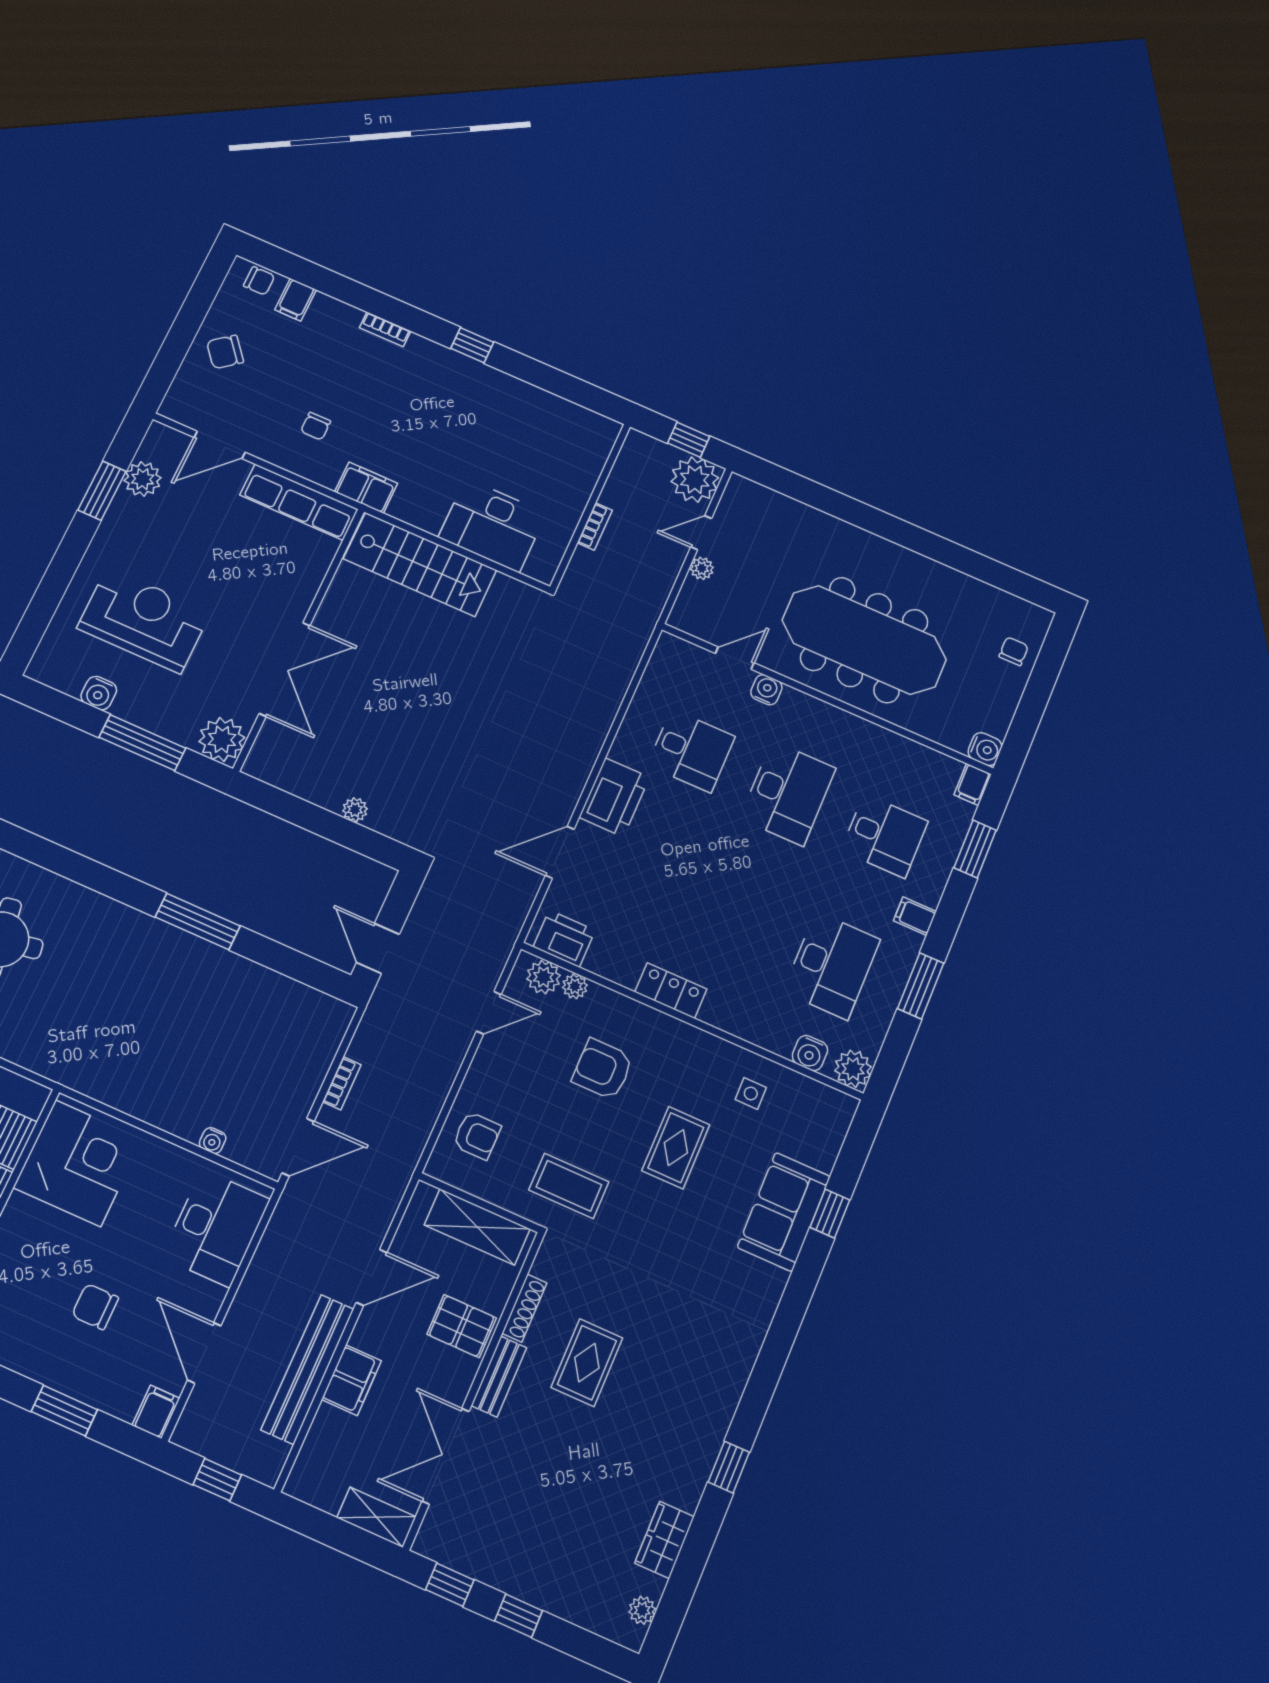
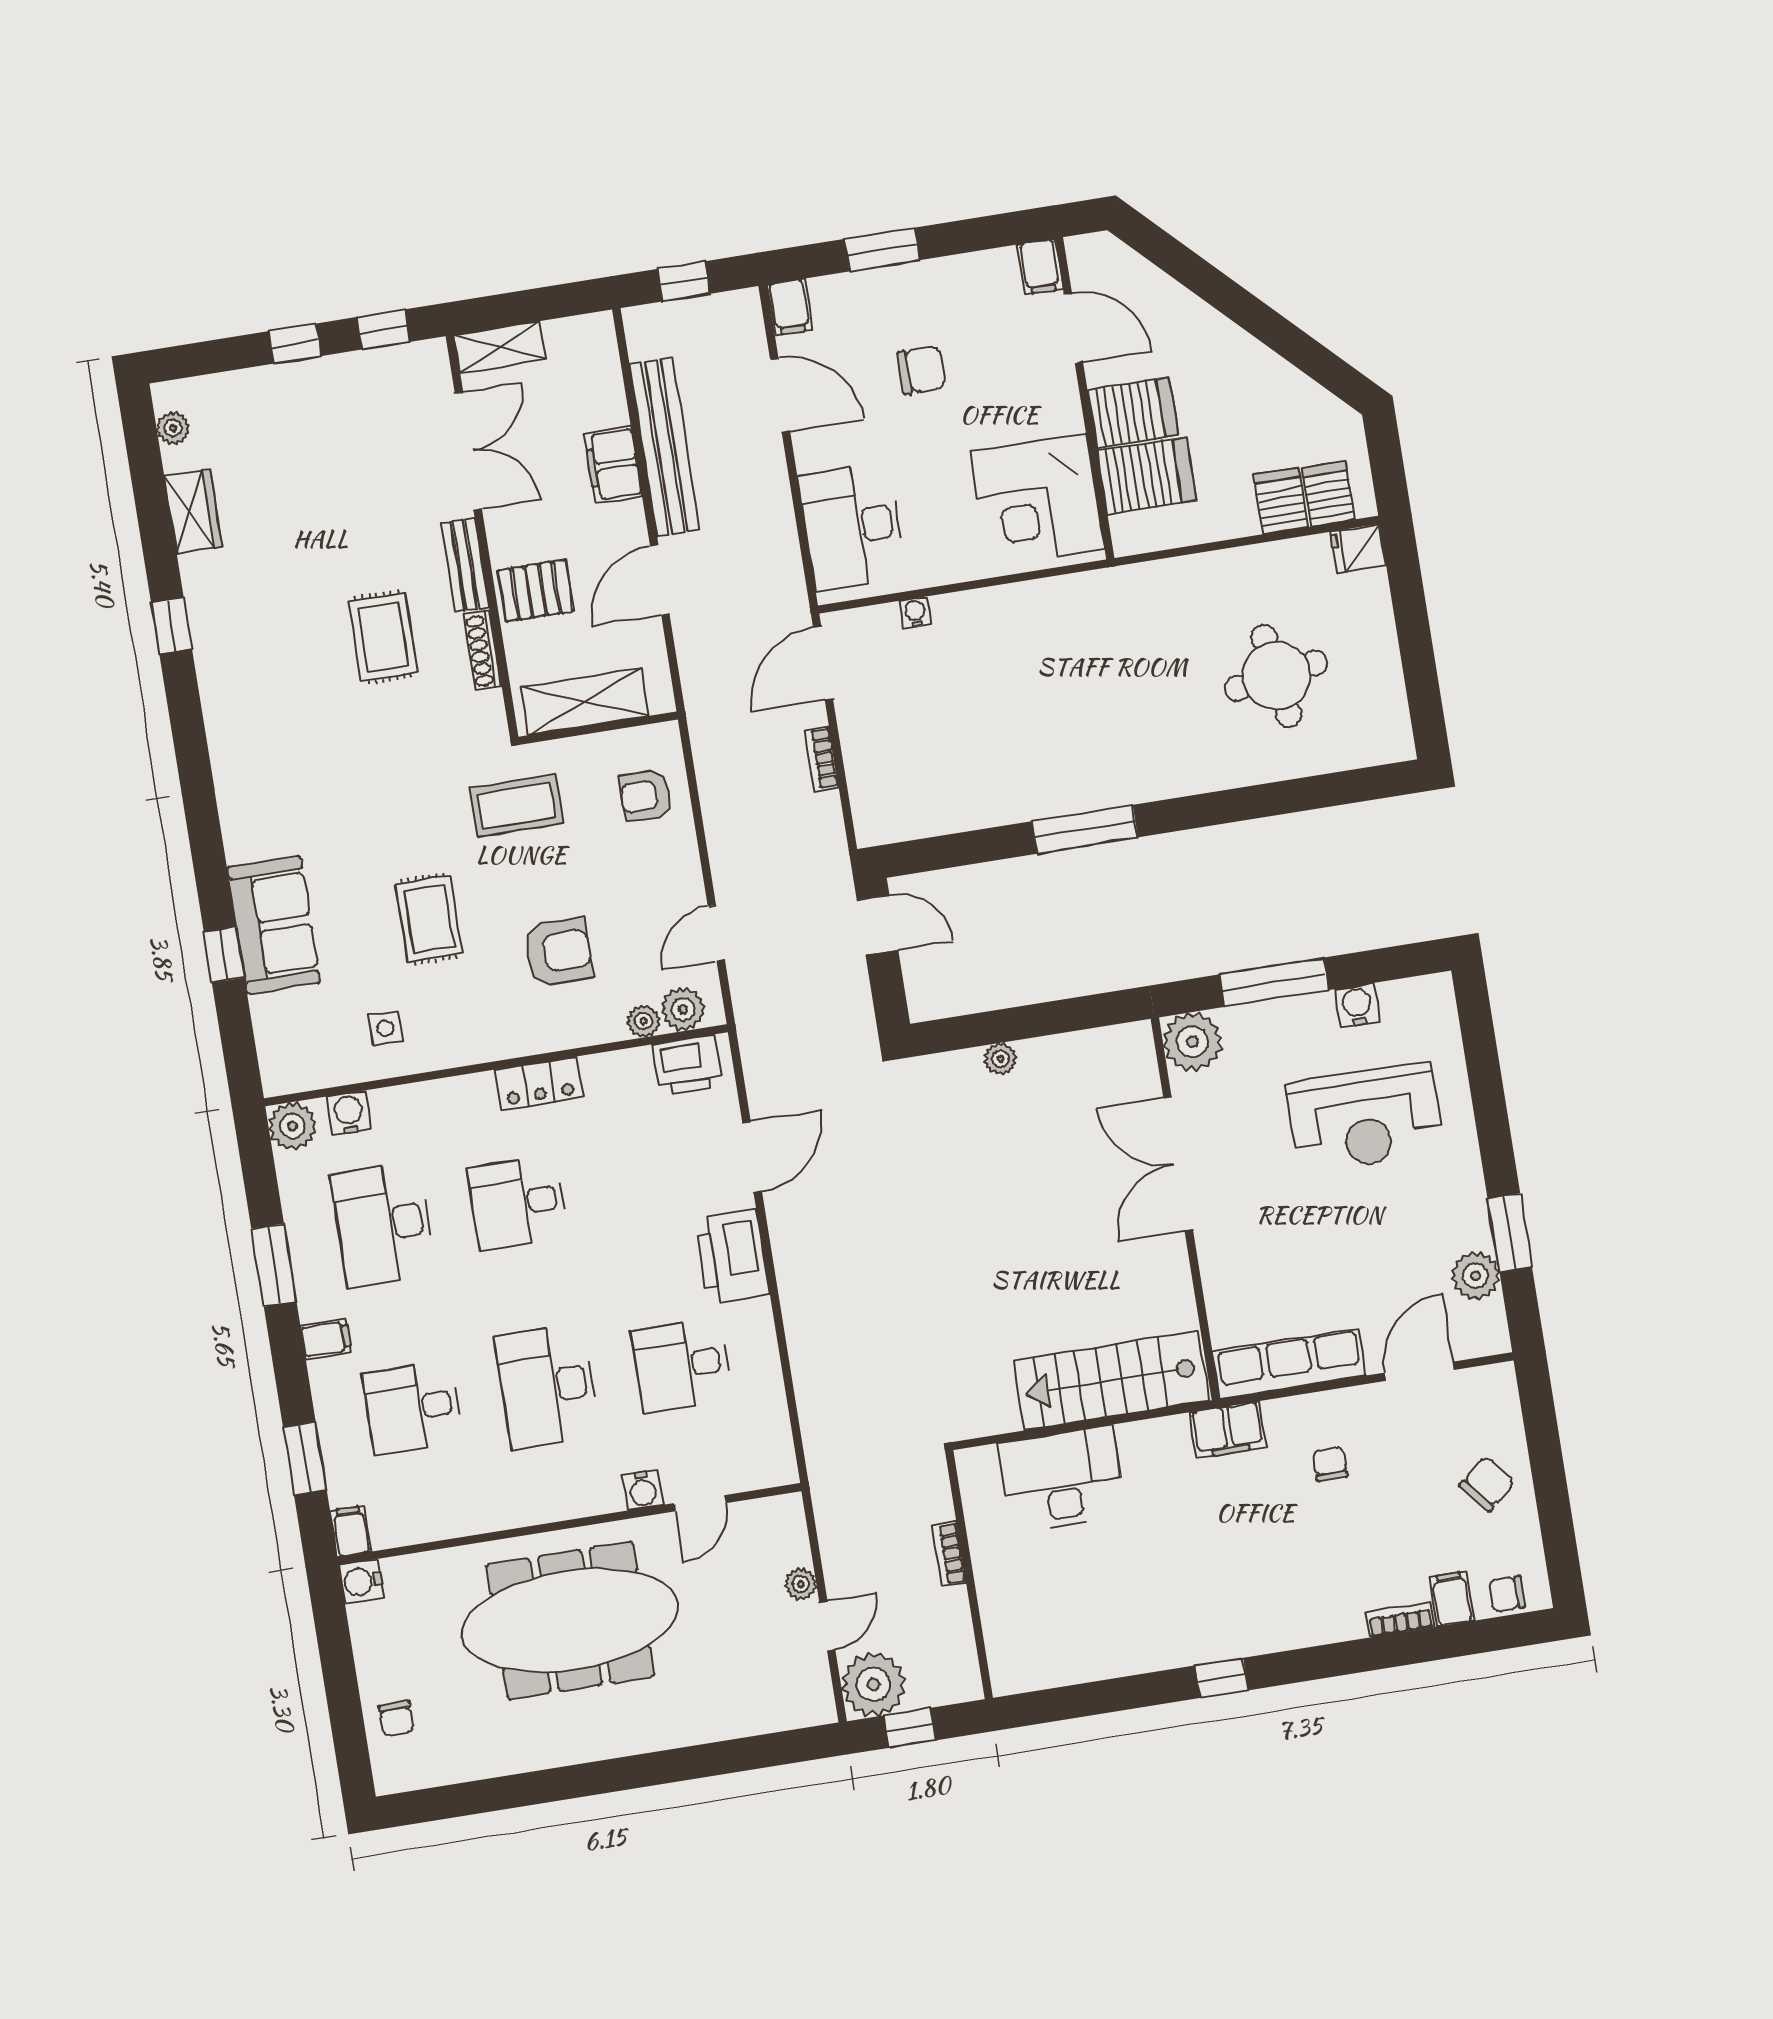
bookcase: (385, 329) -> (1400, 1620), moved
desk: (733, 922) -> (518, 1203), added

